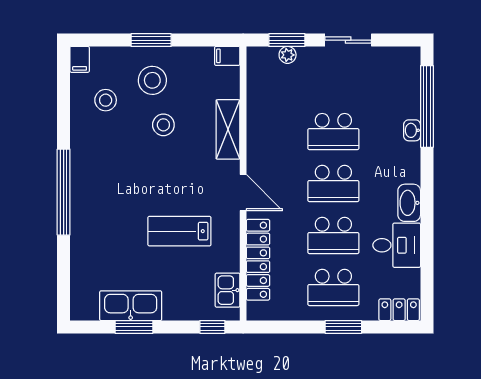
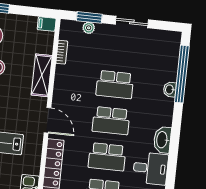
bookcase: (253, 94) -> (62, 52), added

